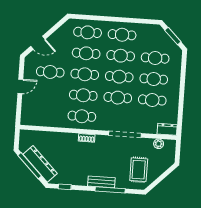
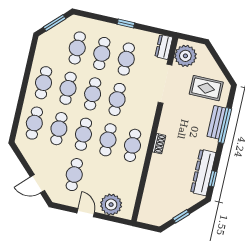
door: (38, 43) -> (37, 184), swing flipped
window: (182, 95) -> (126, 24), added
plant: (30, 106) -> (111, 205), added
doorway: (125, 134) -> (165, 84), moved
plant: (159, 144) -> (185, 56), width x1.88, depth x1.88
dresser: (40, 164) -> (203, 172), moved, turned -45
window: (30, 166) -> (181, 216), width x0.46
bench: (101, 182) -> (217, 122), moved

